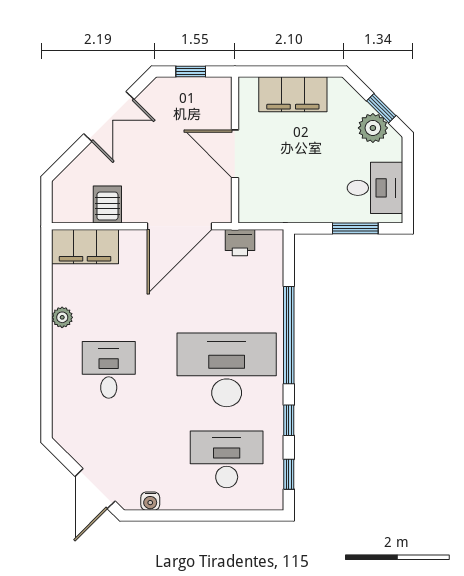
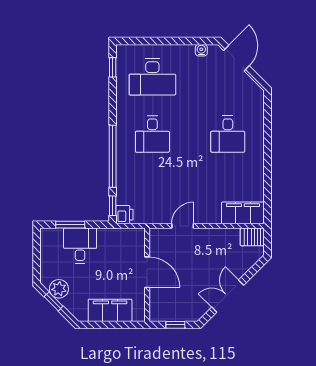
desk: (375, 188) -> (80, 246), moved, turned 90
server rack: (107, 205) -> (252, 237), moved, turned 90
door: (179, 226) -> (183, 226), width x0.53
printer: (240, 243) -> (124, 215), moved, turned 90
plant: (62, 317) -> (258, 168), removed
desk: (227, 370) -> (152, 134), width x0.53, depth x0.77
window: (289, 420) -> (113, 206), moved

